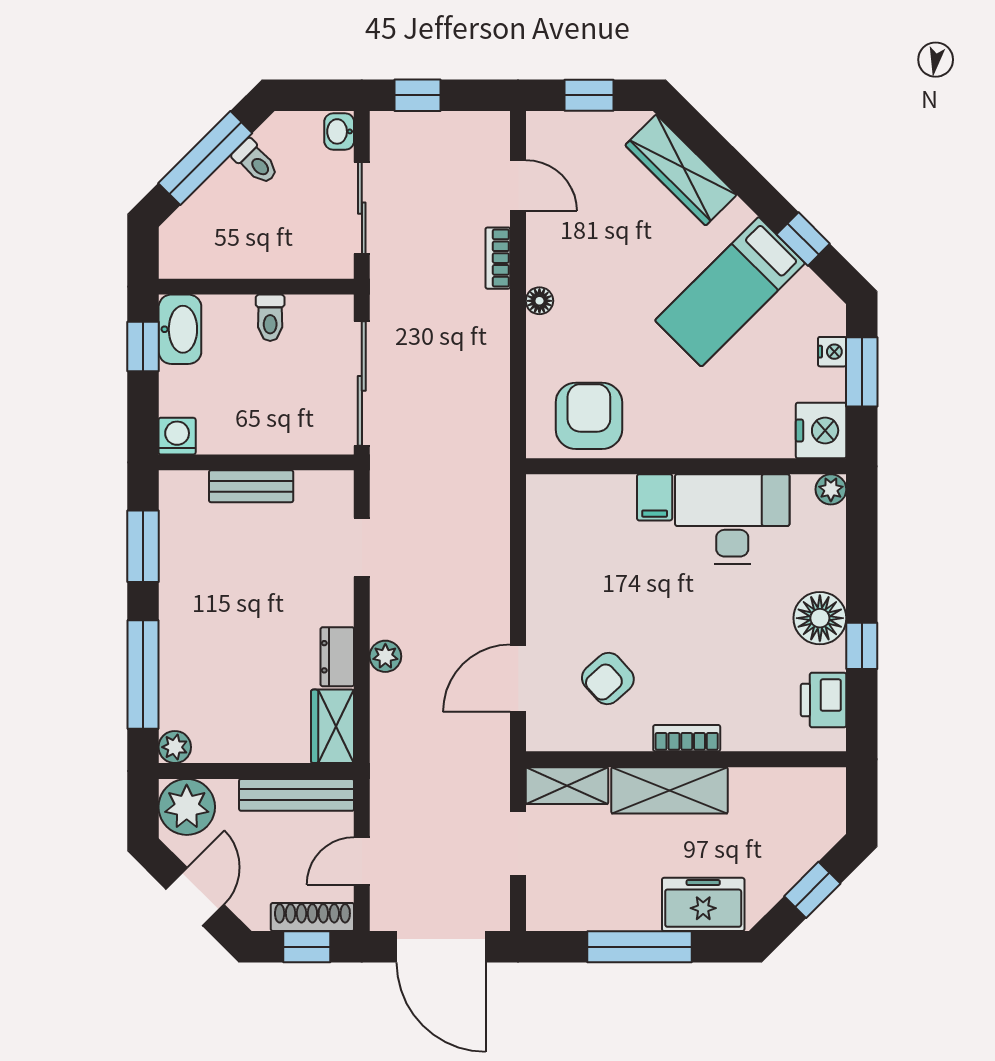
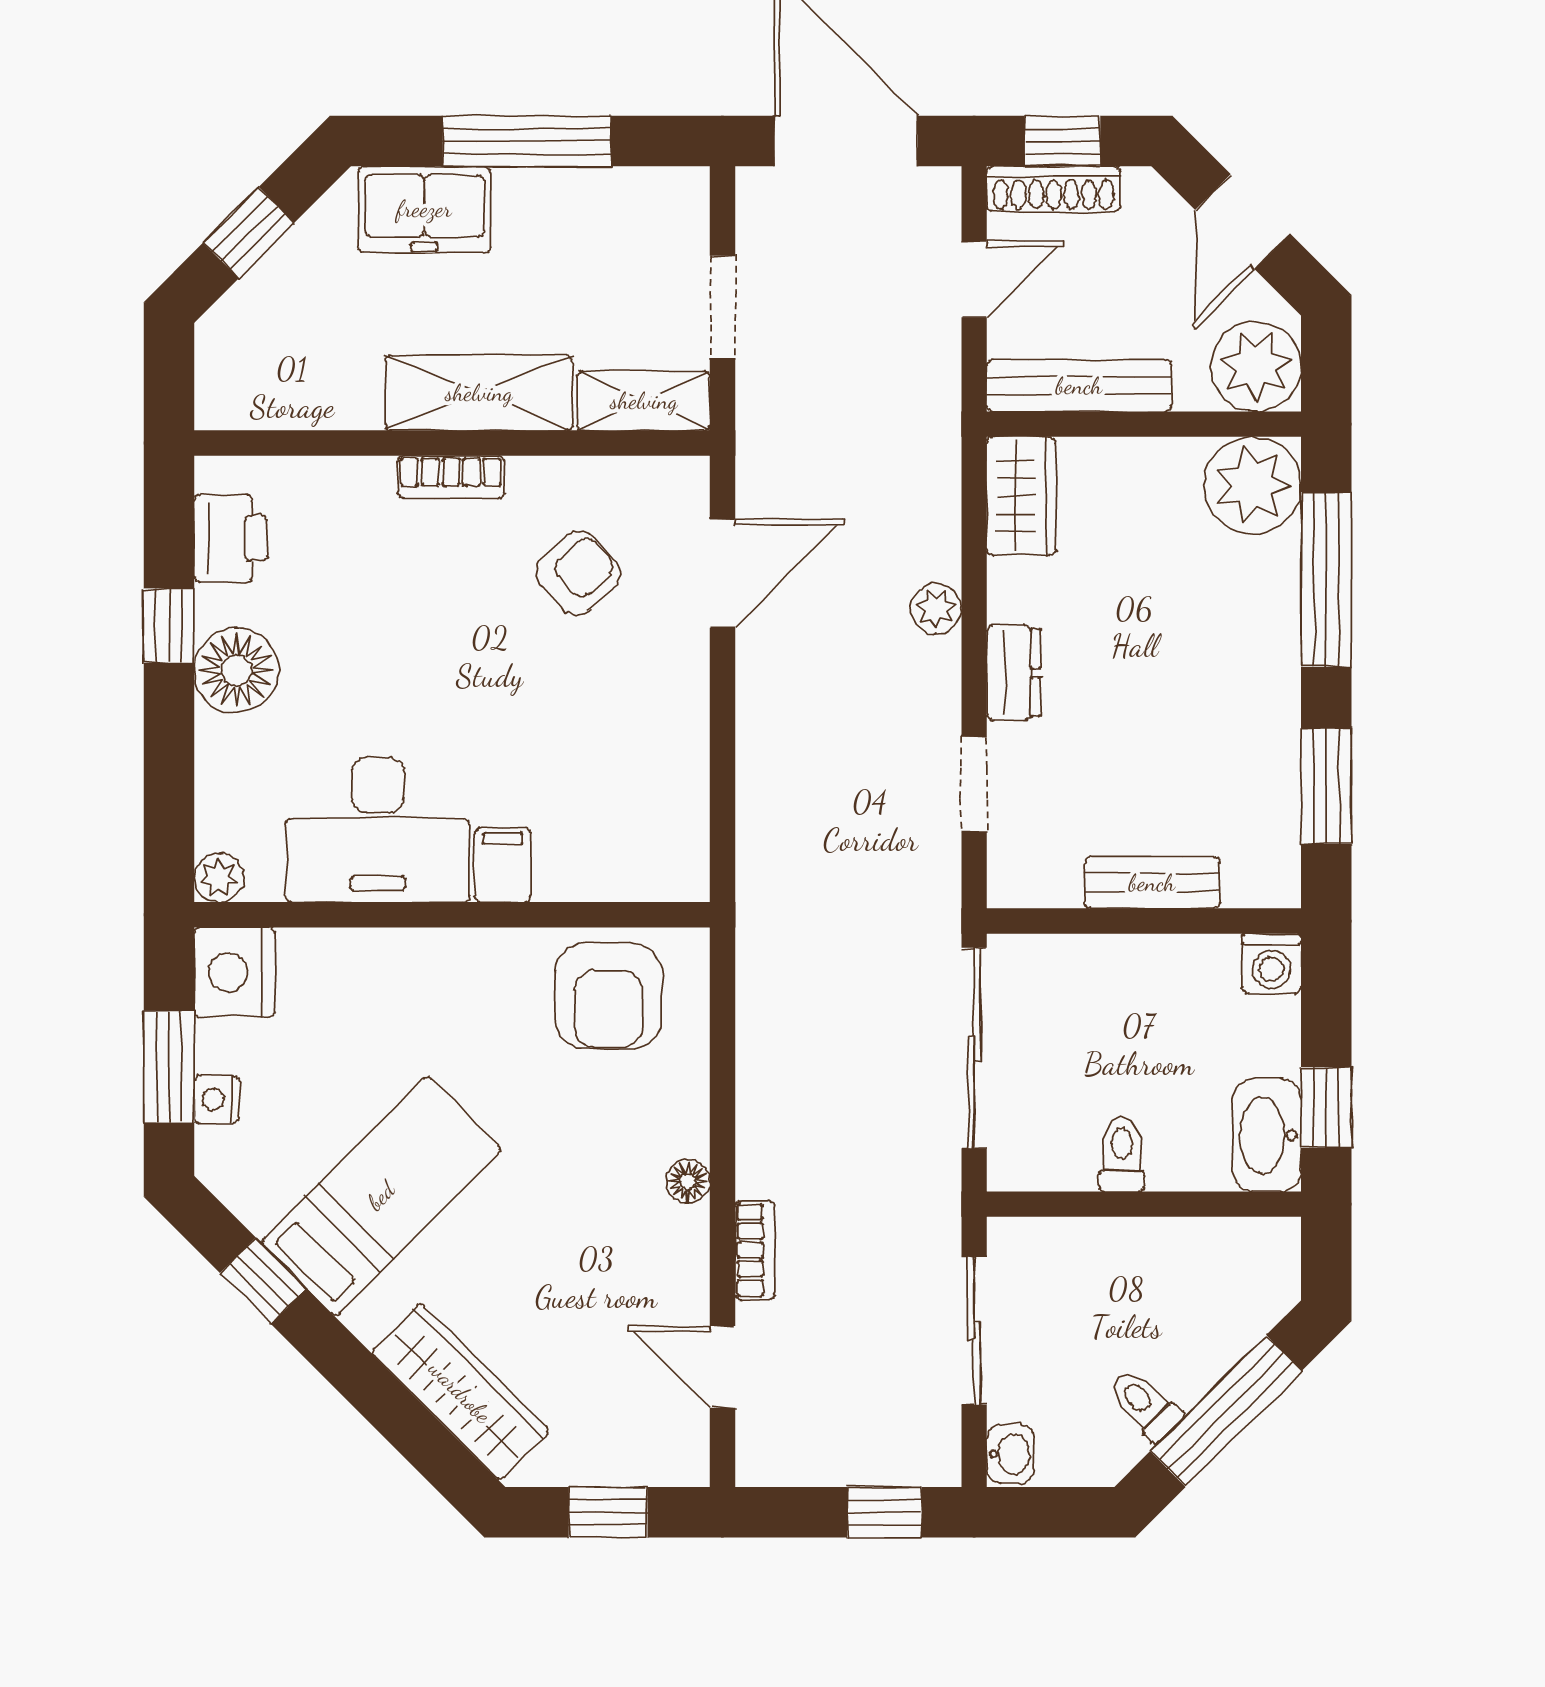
dresser: (337, 657) -> (1013, 673), moved
plant: (175, 747) -> (1252, 485), width x1.88, depth x1.88

